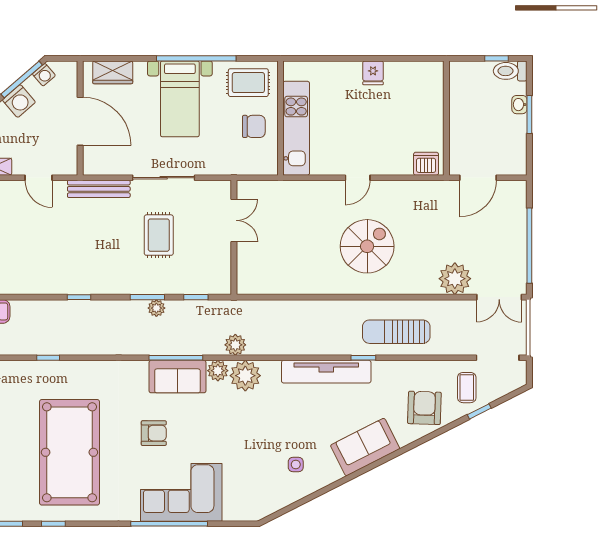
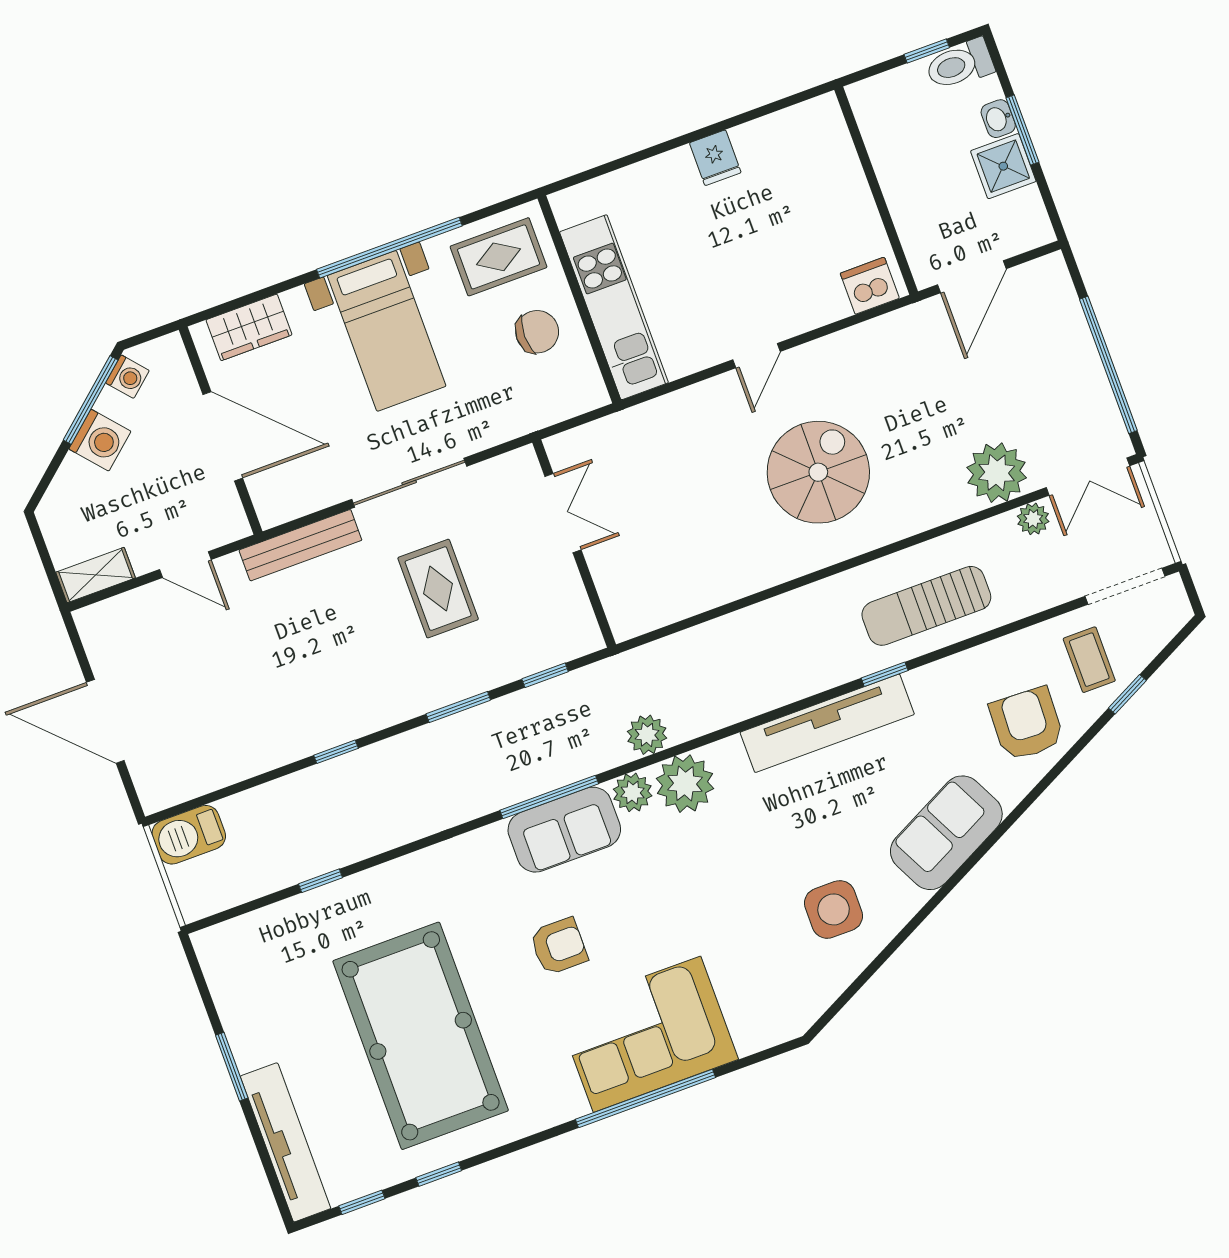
shower: (513, 129) -> (1003, 166), added
plant: (156, 308) -> (1033, 519), moved
side table: (296, 464) -> (834, 909), width x1.87, depth x1.87

